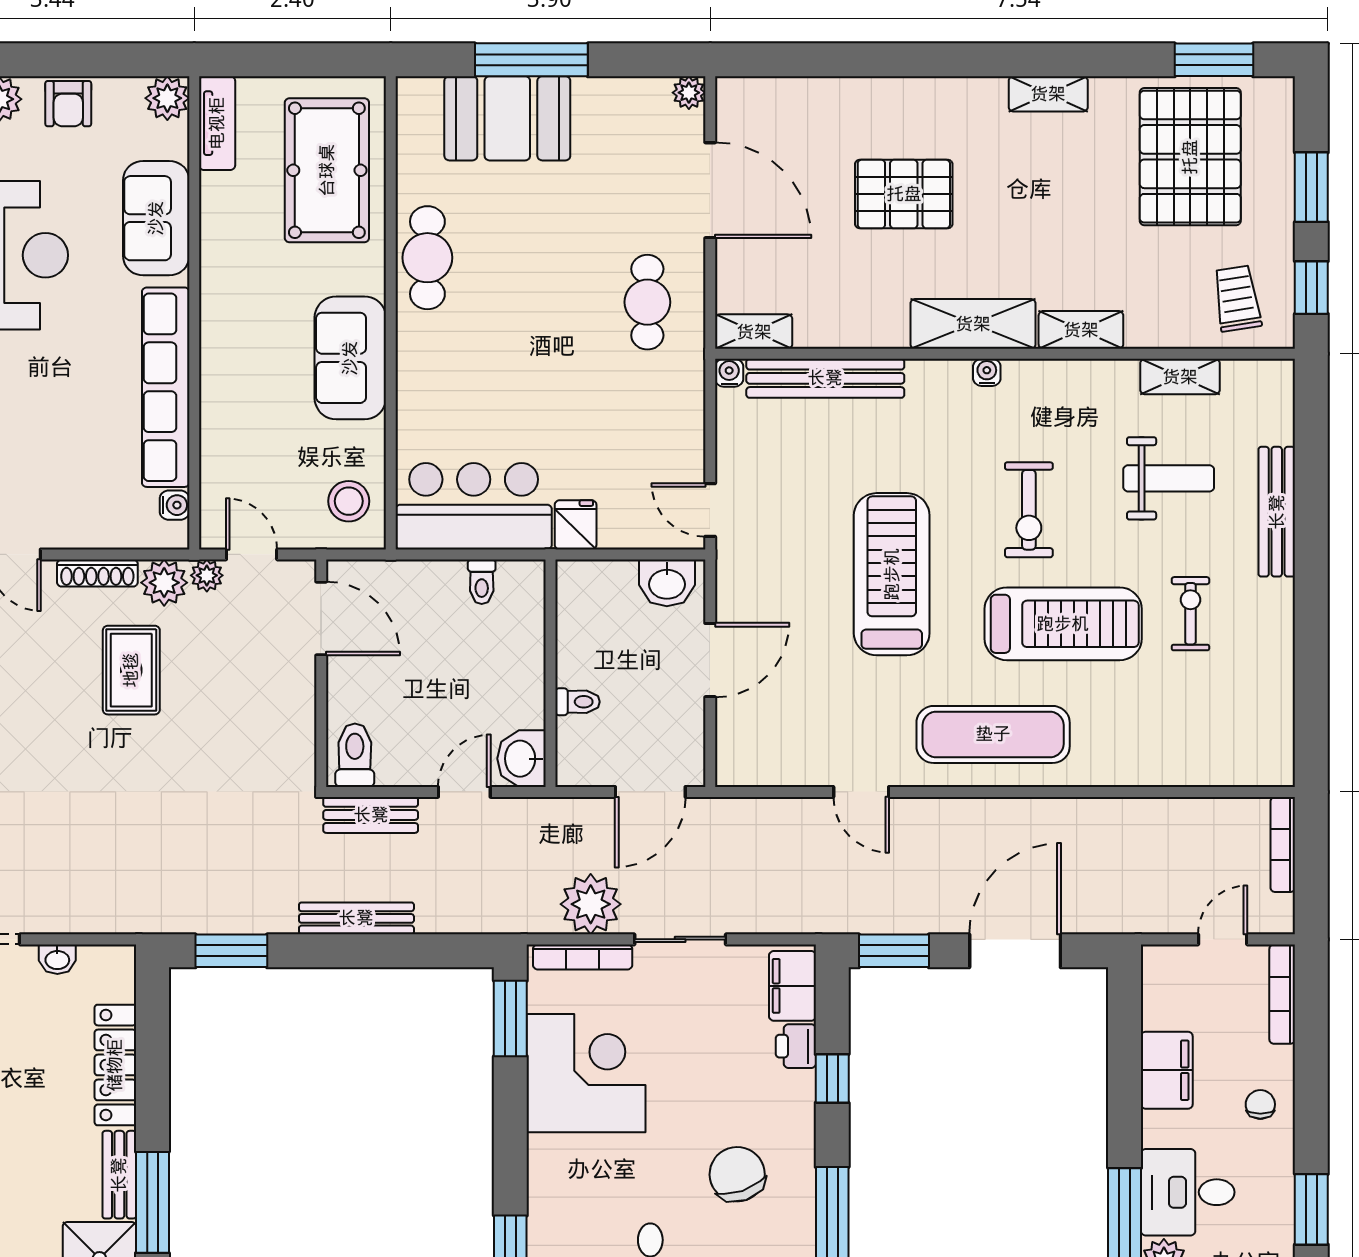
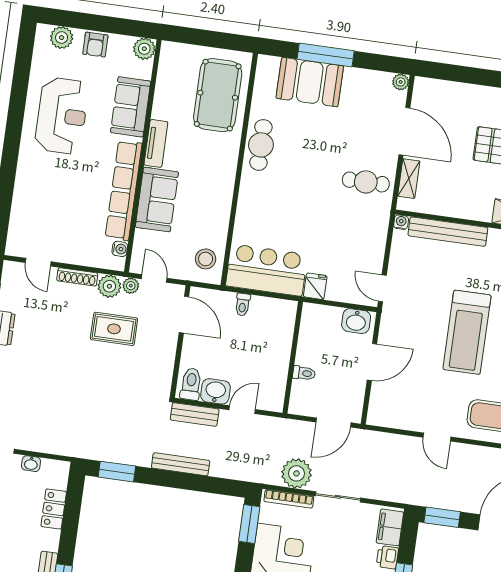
tv unit: (217, 123) -> (156, 143), moved
cafe table: (647, 302) -> (366, 182), turned 90
shelving: (754, 332) -> (409, 179), moved, turned 90
sofa: (350, 358) -> (157, 200), moved, turned 180
treadmill: (892, 574) -> (467, 332), turned 180
toilet: (482, 582) -> (243, 305), moved
rug: (131, 670) -> (114, 329), moved, turned 90
washbasin: (521, 759) -> (216, 391), moved, turned 90
locker: (115, 1065) -> (54, 509), width x0.66

